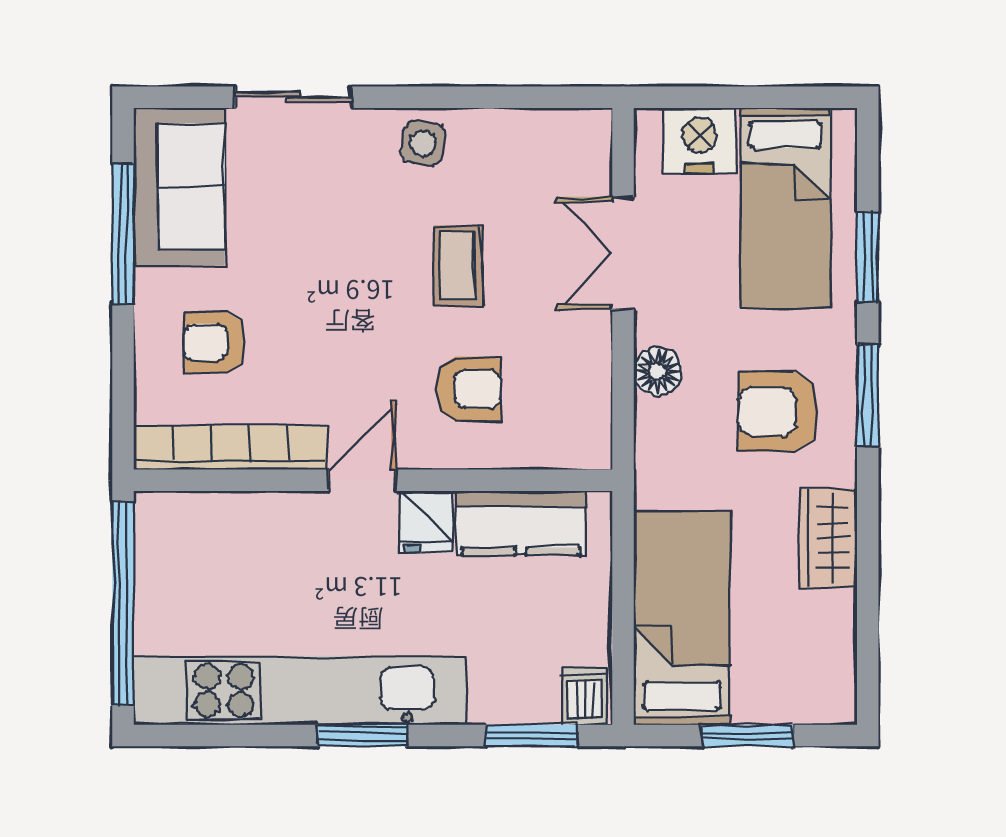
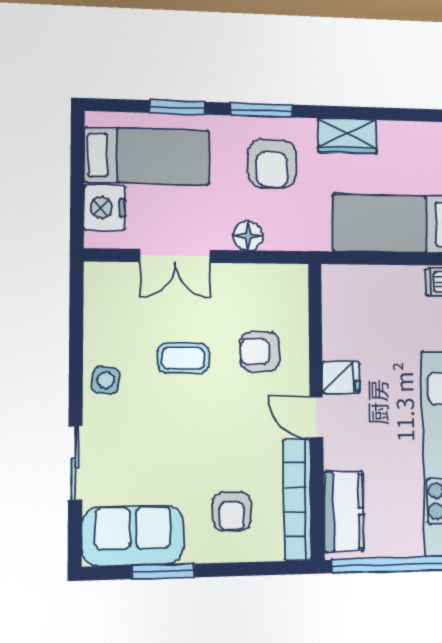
window: (123, 234) -> (163, 571), width x0.69
armchair: (469, 389) -> (260, 352), turned -90
kitchen counter: (521, 523) -> (344, 511), moved

